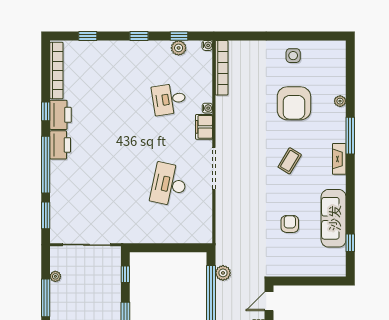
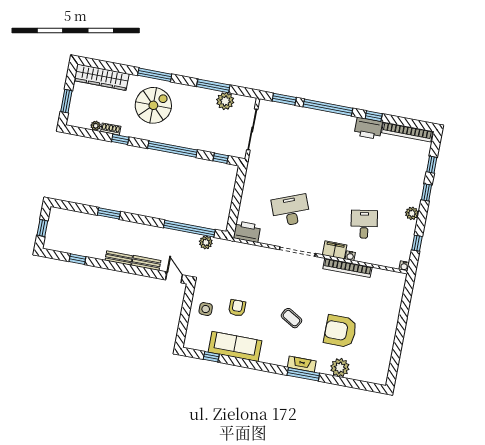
window: (139, 36) -> (427, 192), moved
plant: (179, 48) -> (412, 213), moved
side table: (293, 56) -> (206, 309), moved
bookcase: (222, 68) -> (347, 268), moved
plant: (340, 101) -> (340, 368), width x1.88, depth x1.88
printer: (60, 145) -> (247, 232), moved, turned 180
fireplace: (339, 159) -> (302, 364), moved
desk: (169, 184) -> (291, 210), turned -33
armchair: (290, 224) -> (237, 308), turned -90
plant: (55, 276) -> (225, 101), width x1.88, depth x1.88

